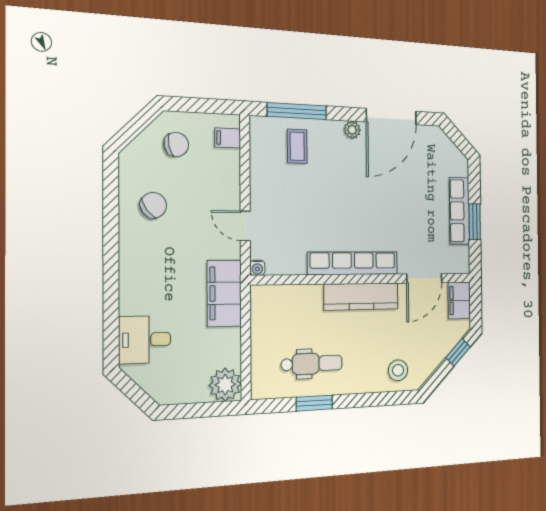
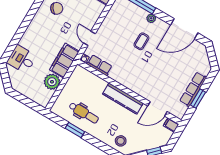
plant: (352, 130) -> (151, 18), moved
coffee table: (297, 146) -> (141, 41), moved
row of seats: (353, 263) -> (99, 65), moved, width x0.50
filing cabinet: (459, 300) -> (171, 125), width x0.50
plant: (225, 385) -> (52, 82), moved

